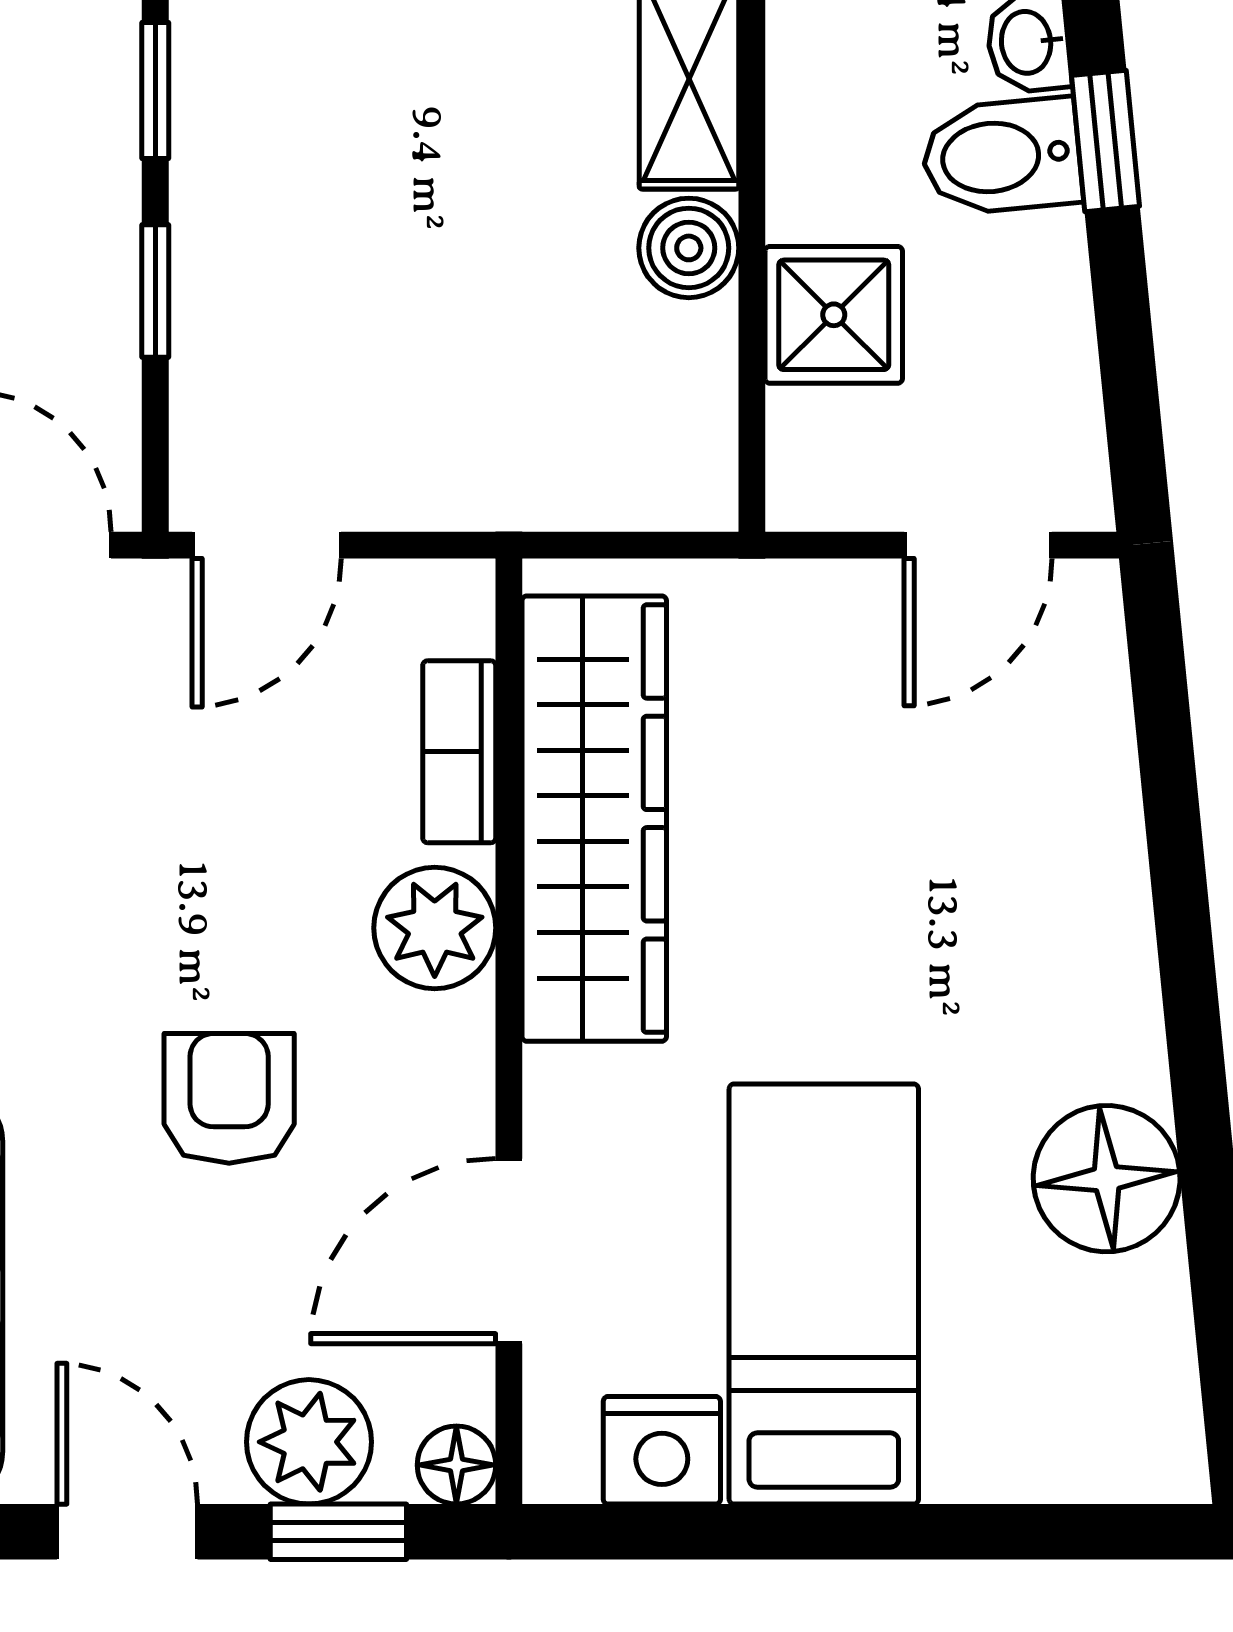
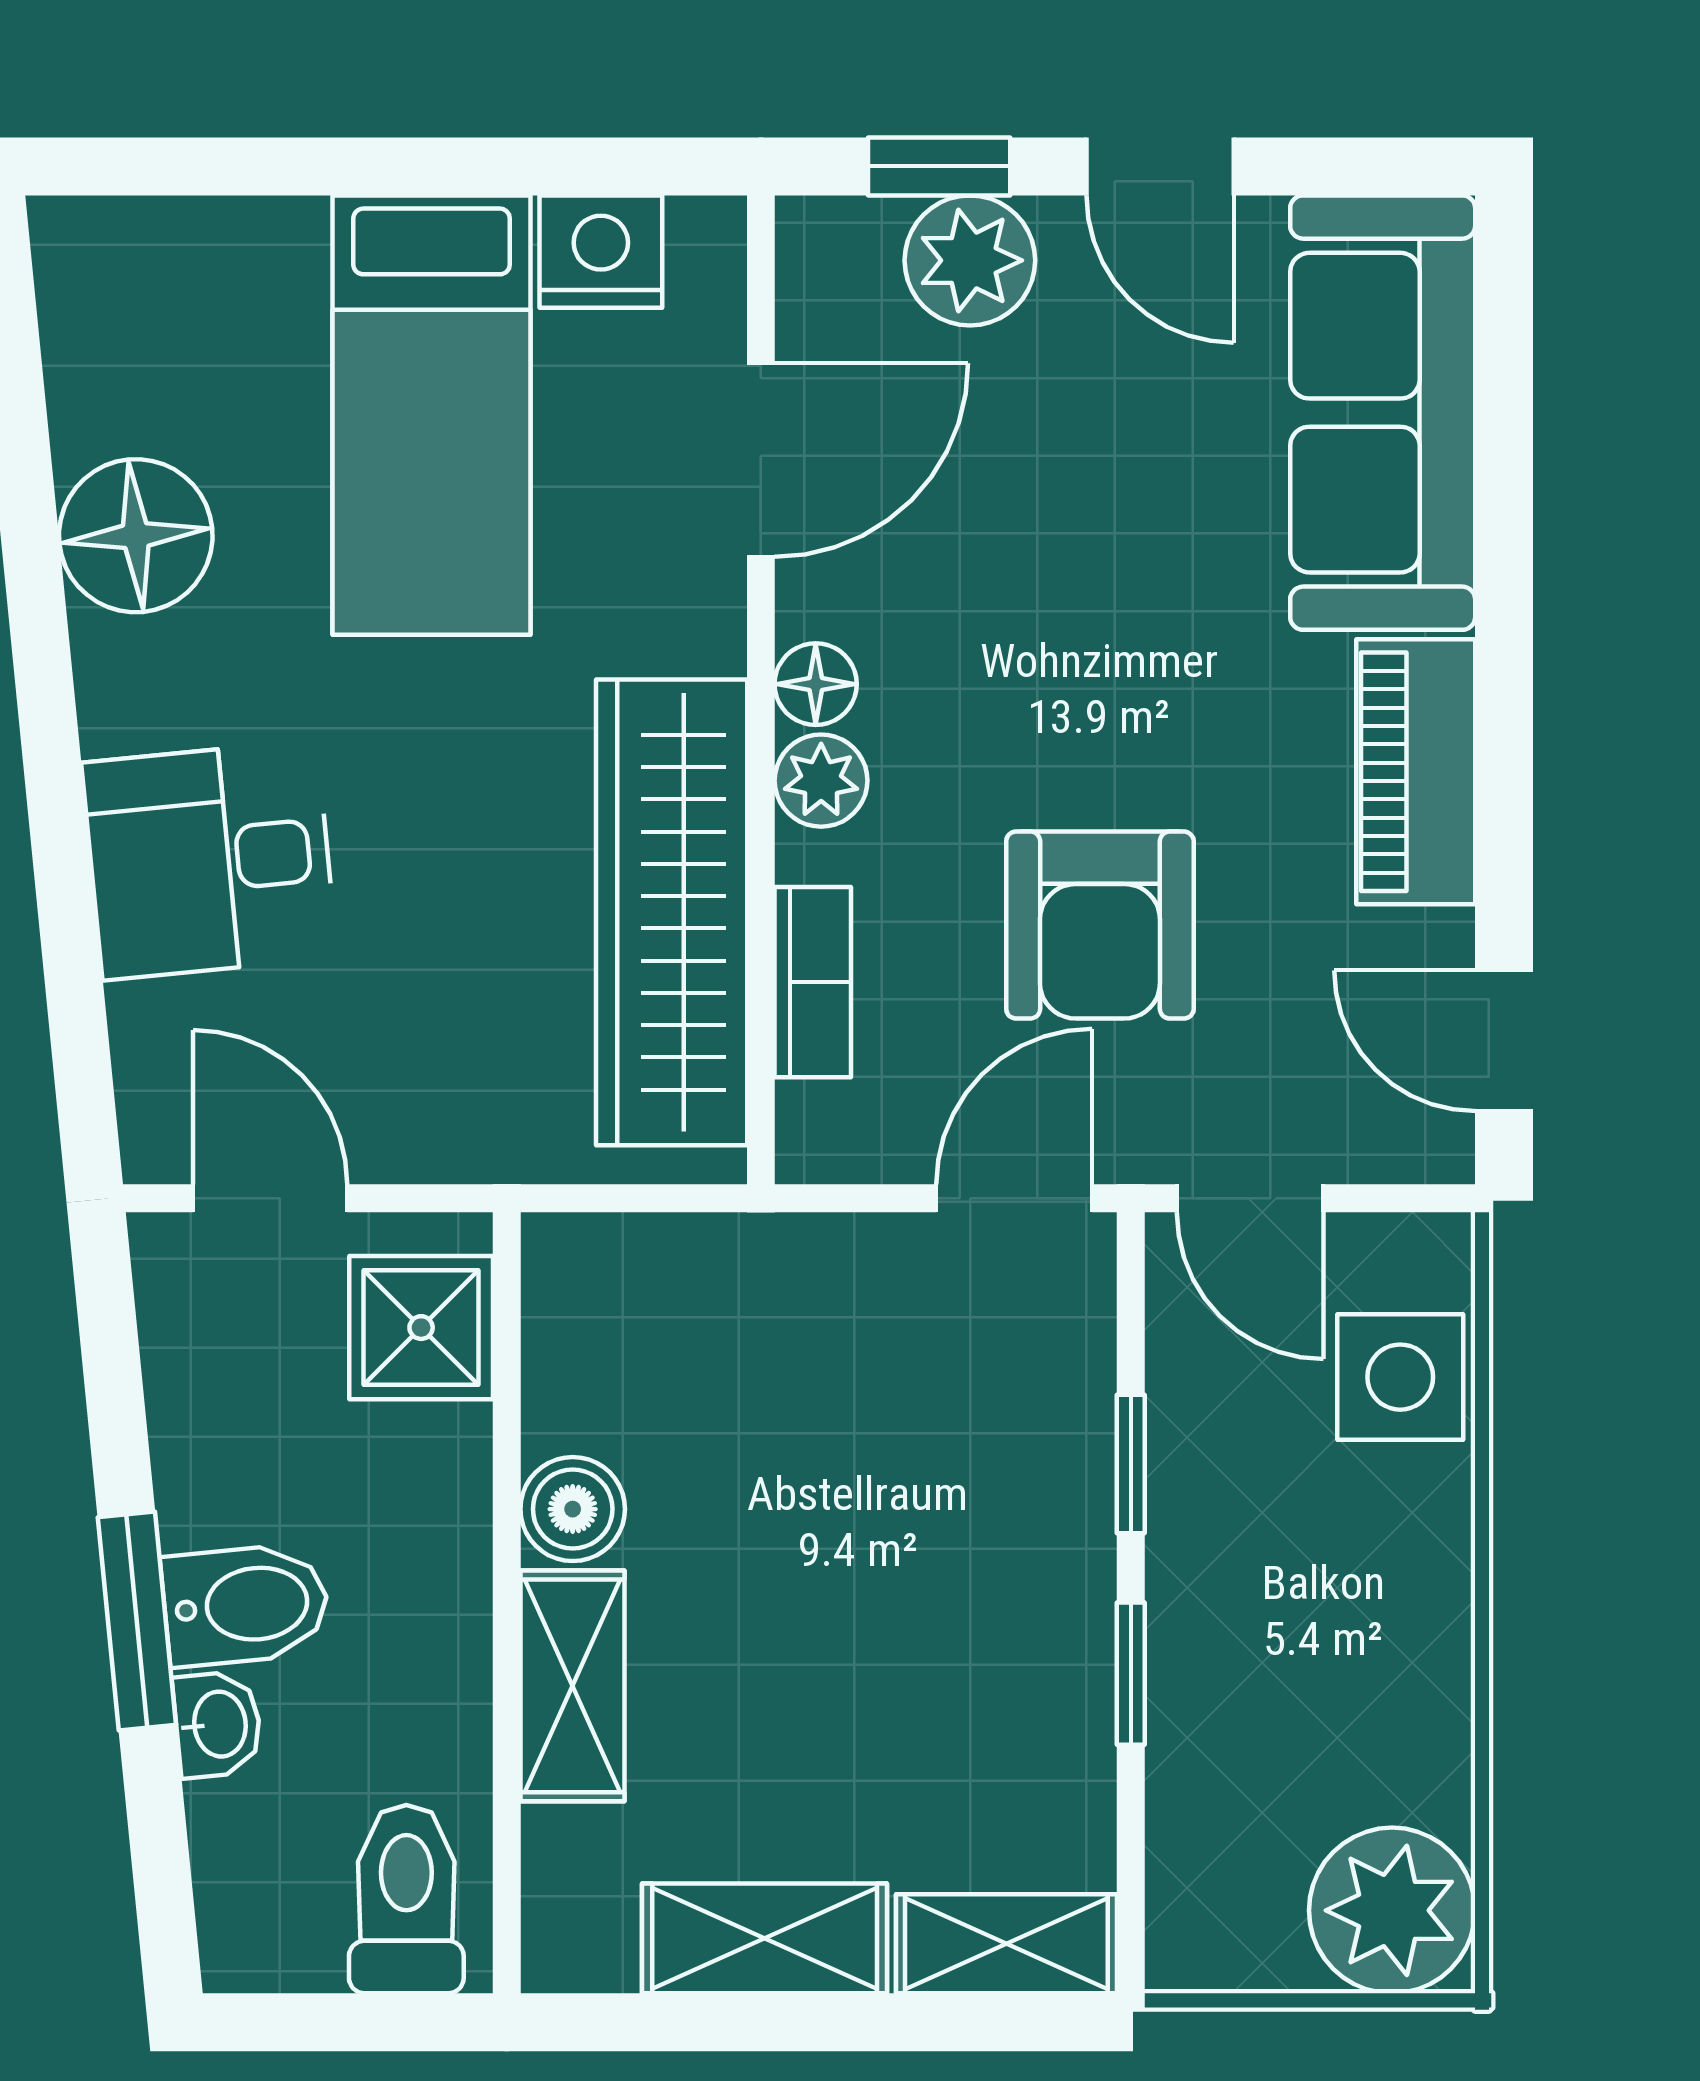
window: (1105, 141) -> (137, 1621), width x1.50
shower: (834, 315) -> (421, 1328), moved
door: (978, 545) -> (270, 1198), hinge flipped
desk: (1036, 868) -> (210, 860), added
plant: (435, 928) -> (821, 781), width x0.73, depth x0.73
armchair: (229, 1098) -> (1100, 925), moved, width x1.38, depth x1.38
floor lamp: (456, 1465) -> (816, 684), moved

